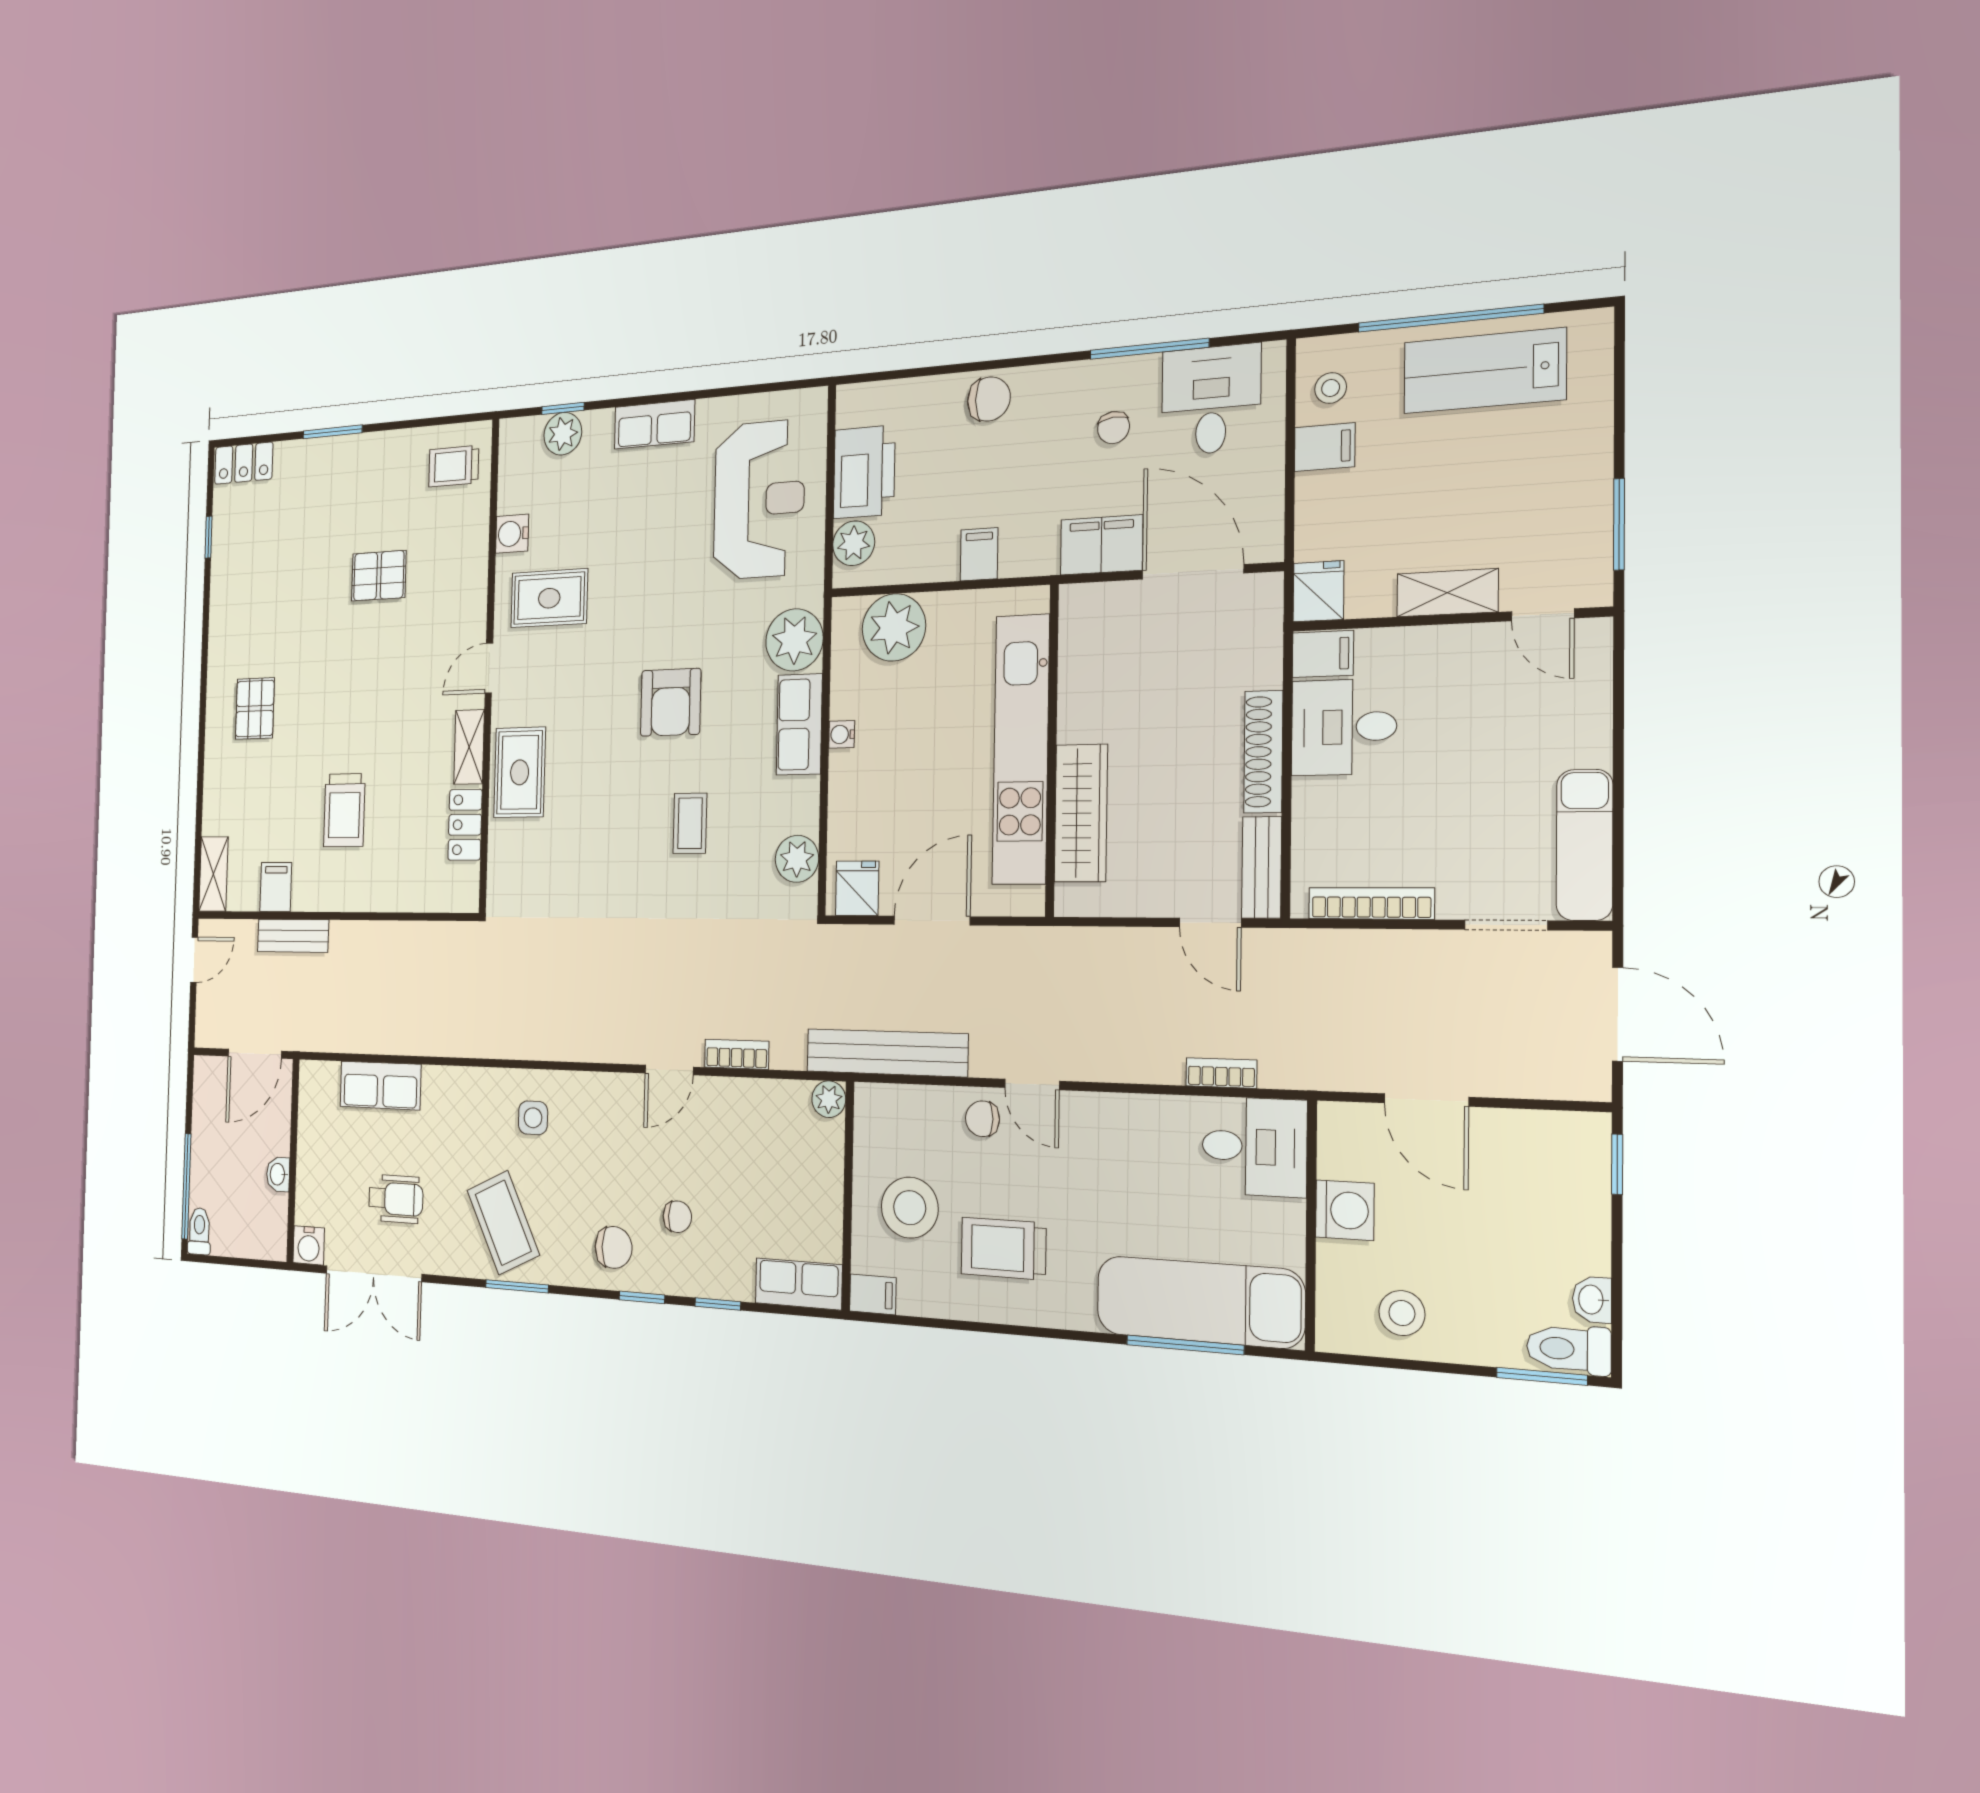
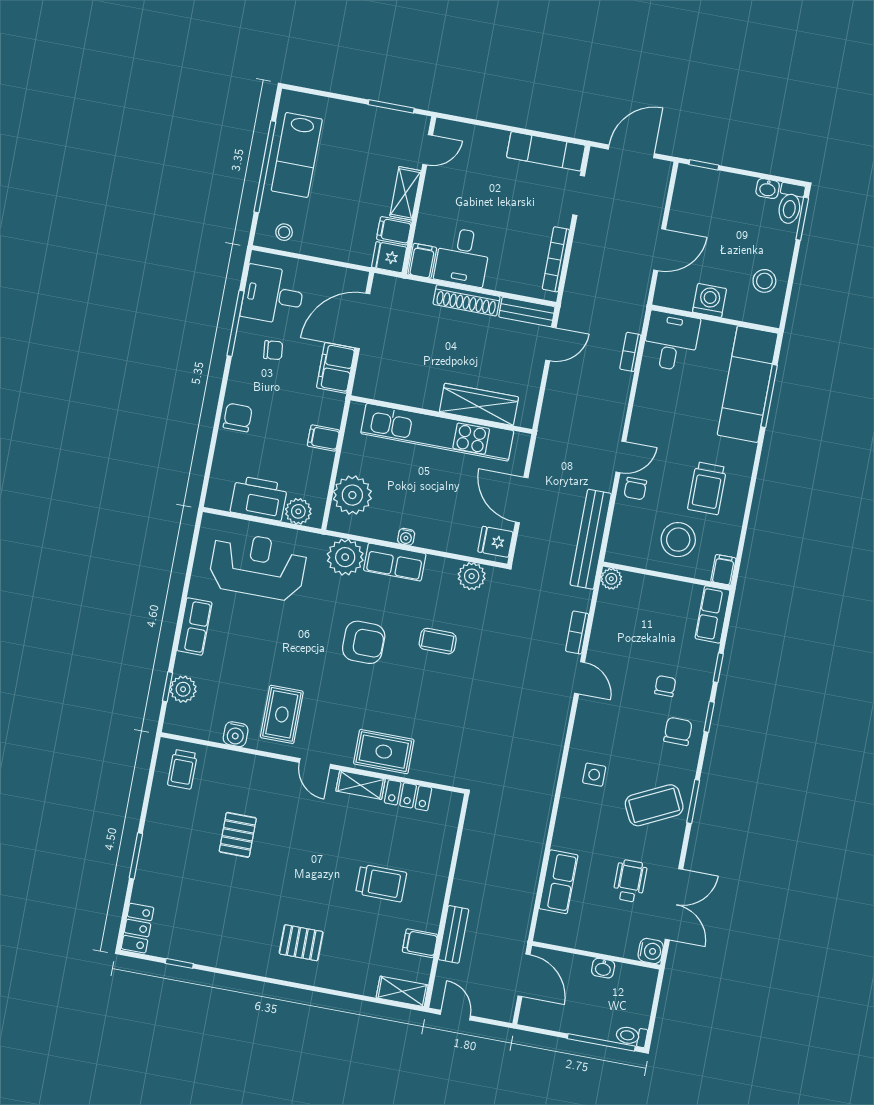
filing cabinet: (1325, 447) -> (394, 231), moved, turned -90

